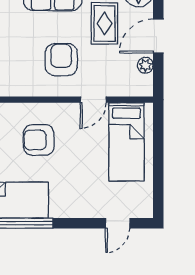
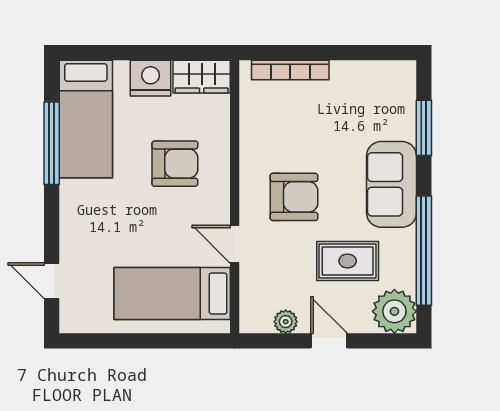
door: (158, 36) -> (329, 341), width x0.73
armchair: (39, 140) -> (175, 164), turned 90

